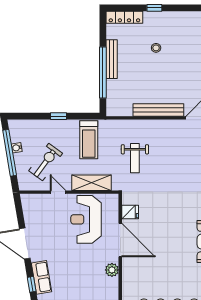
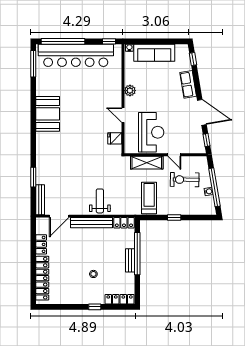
bench: (112, 59) -> (130, 260), width x0.73
locker: (119, 110) -> (124, 223), added
weight bench: (135, 158) -> (100, 201), moved
exercise bike: (46, 162) -> (185, 180), turned 55
door: (120, 240) -> (123, 115), width x0.53
window: (32, 284) -> (207, 140), moved

